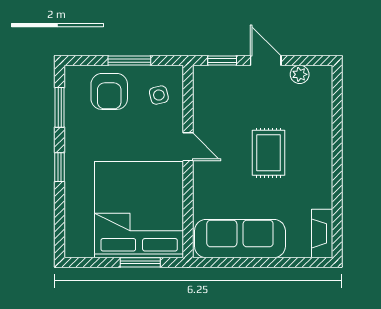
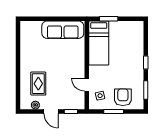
door: (188, 147) -> (87, 85), moved
rug: (269, 153) -> (38, 84), moved
bed: (139, 210) -> (99, 43), width x0.49
fireplace: (322, 233) -> (25, 32), removed

